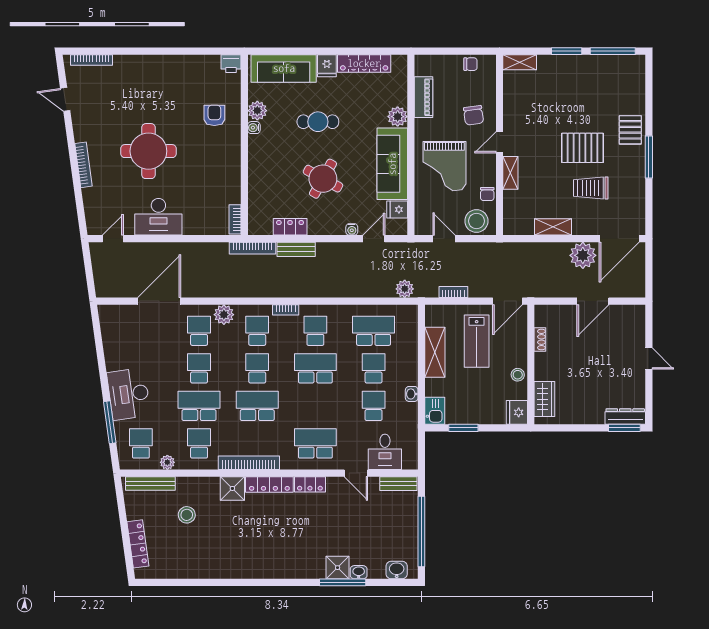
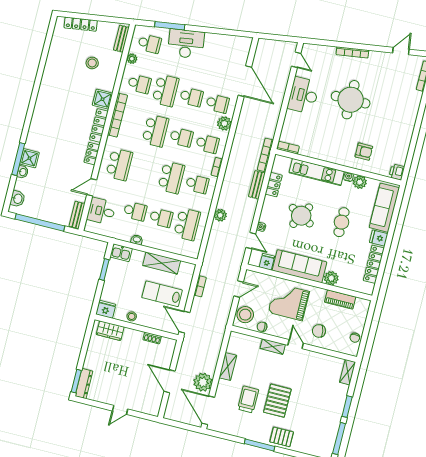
kitchen unit: (258, 173) -> (317, 172), added
plant: (405, 289) -> (220, 215), moved
bench: (150, 483) -> (121, 39), width x0.73

